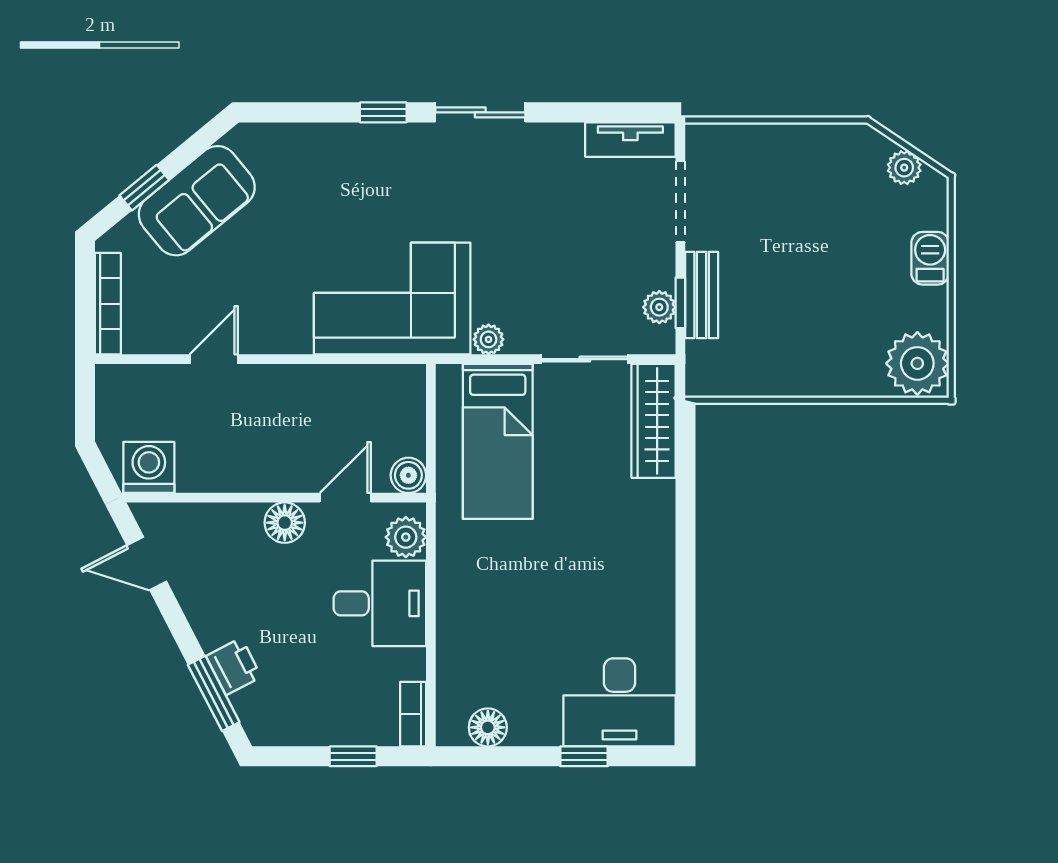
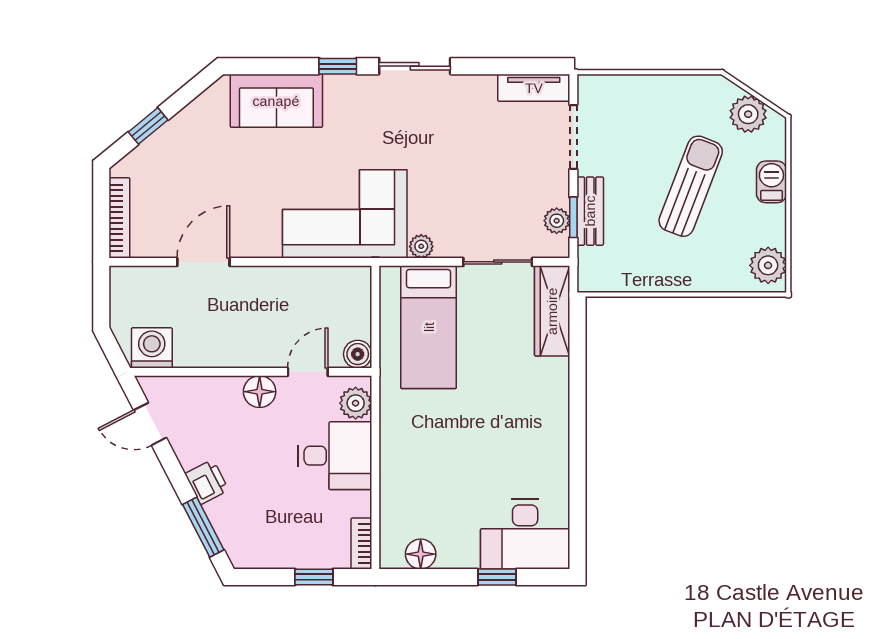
plant: (904, 168) -> (748, 114), width x1.38, depth x1.38
sofa: (197, 201) -> (276, 101), moved, turned 39
sun lounger: (828, 264) -> (691, 186), added
door: (214, 359) -> (203, 262), width x1.38
plant: (917, 363) -> (768, 265), width x0.73, depth x0.73
printer: (234, 666) -> (207, 482), moved

